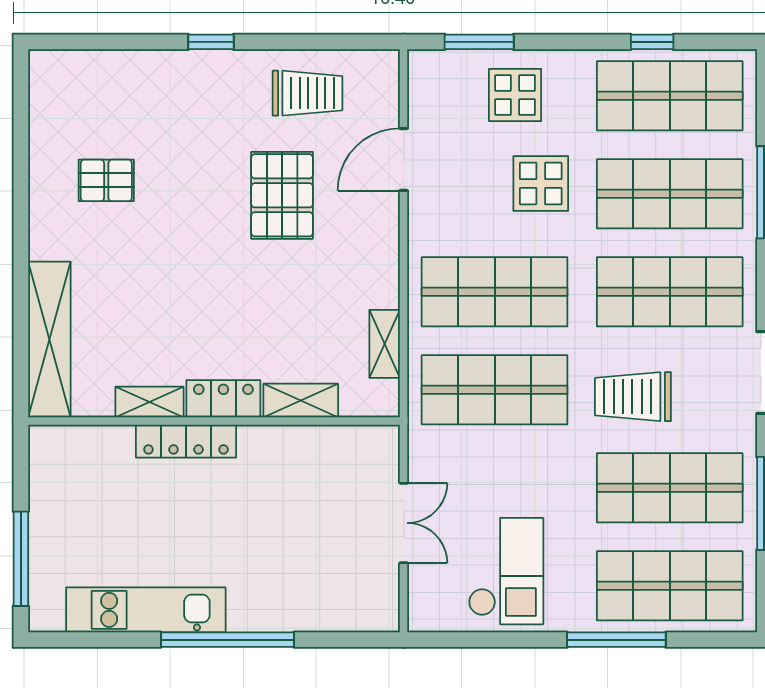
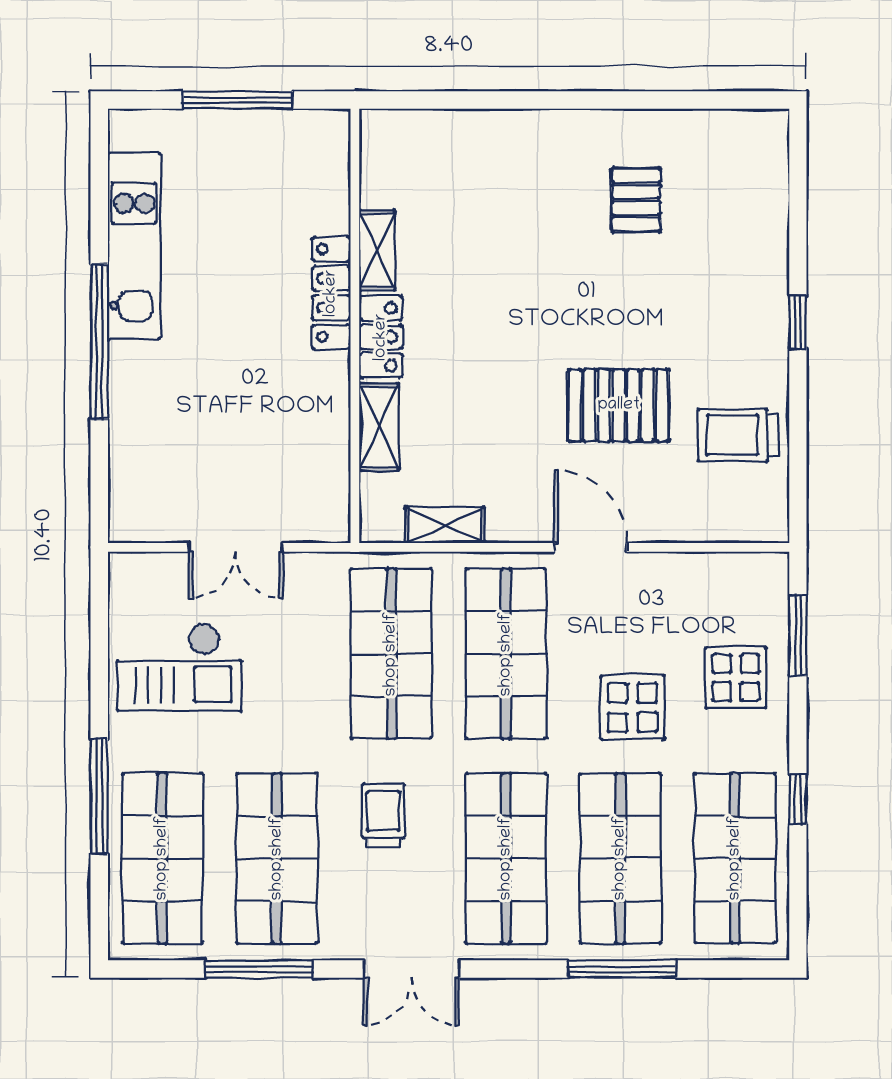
window: (652, 42) -> (798, 799), moved
trolley: (307, 93) -> (738, 435), turned 90
door: (404, 159) -> (591, 547), moved
shelving: (49, 340) -> (450, 133), removed
trolley: (633, 397) -> (383, 815), width x0.73, depth x0.72
window: (21, 559) -> (238, 100), moved

